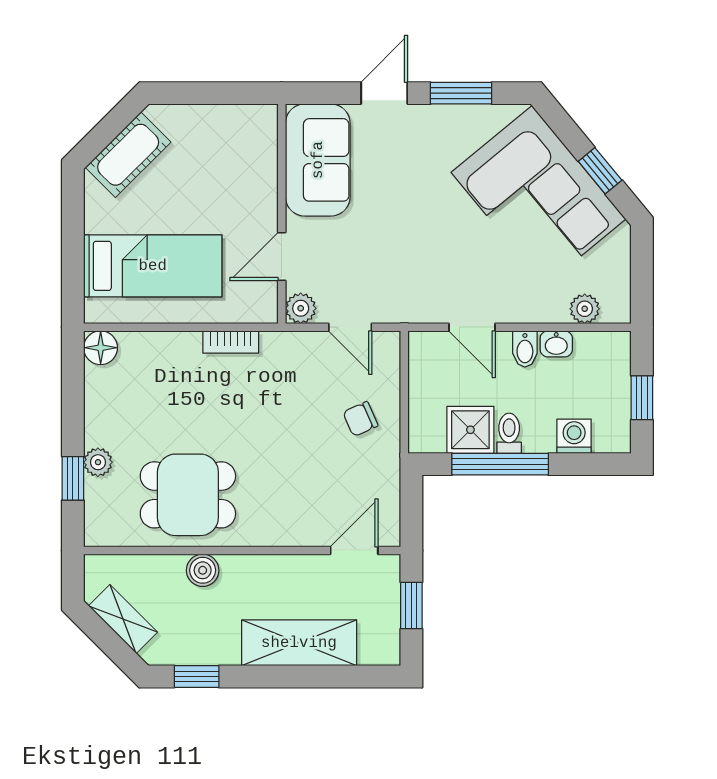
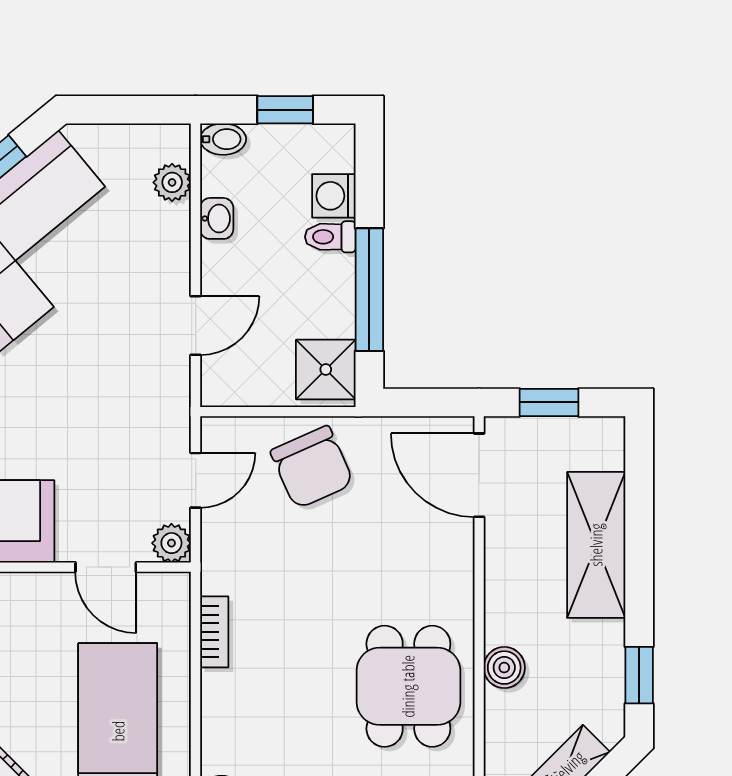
bidet: (525, 349) -> (223, 139), moved
chair: (360, 419) -> (312, 467), width x1.87, depth x1.87
shower: (470, 430) -> (326, 369), moved
toilet: (509, 433) -> (330, 237), moved
door: (354, 550) -> (479, 475), width x1.37

